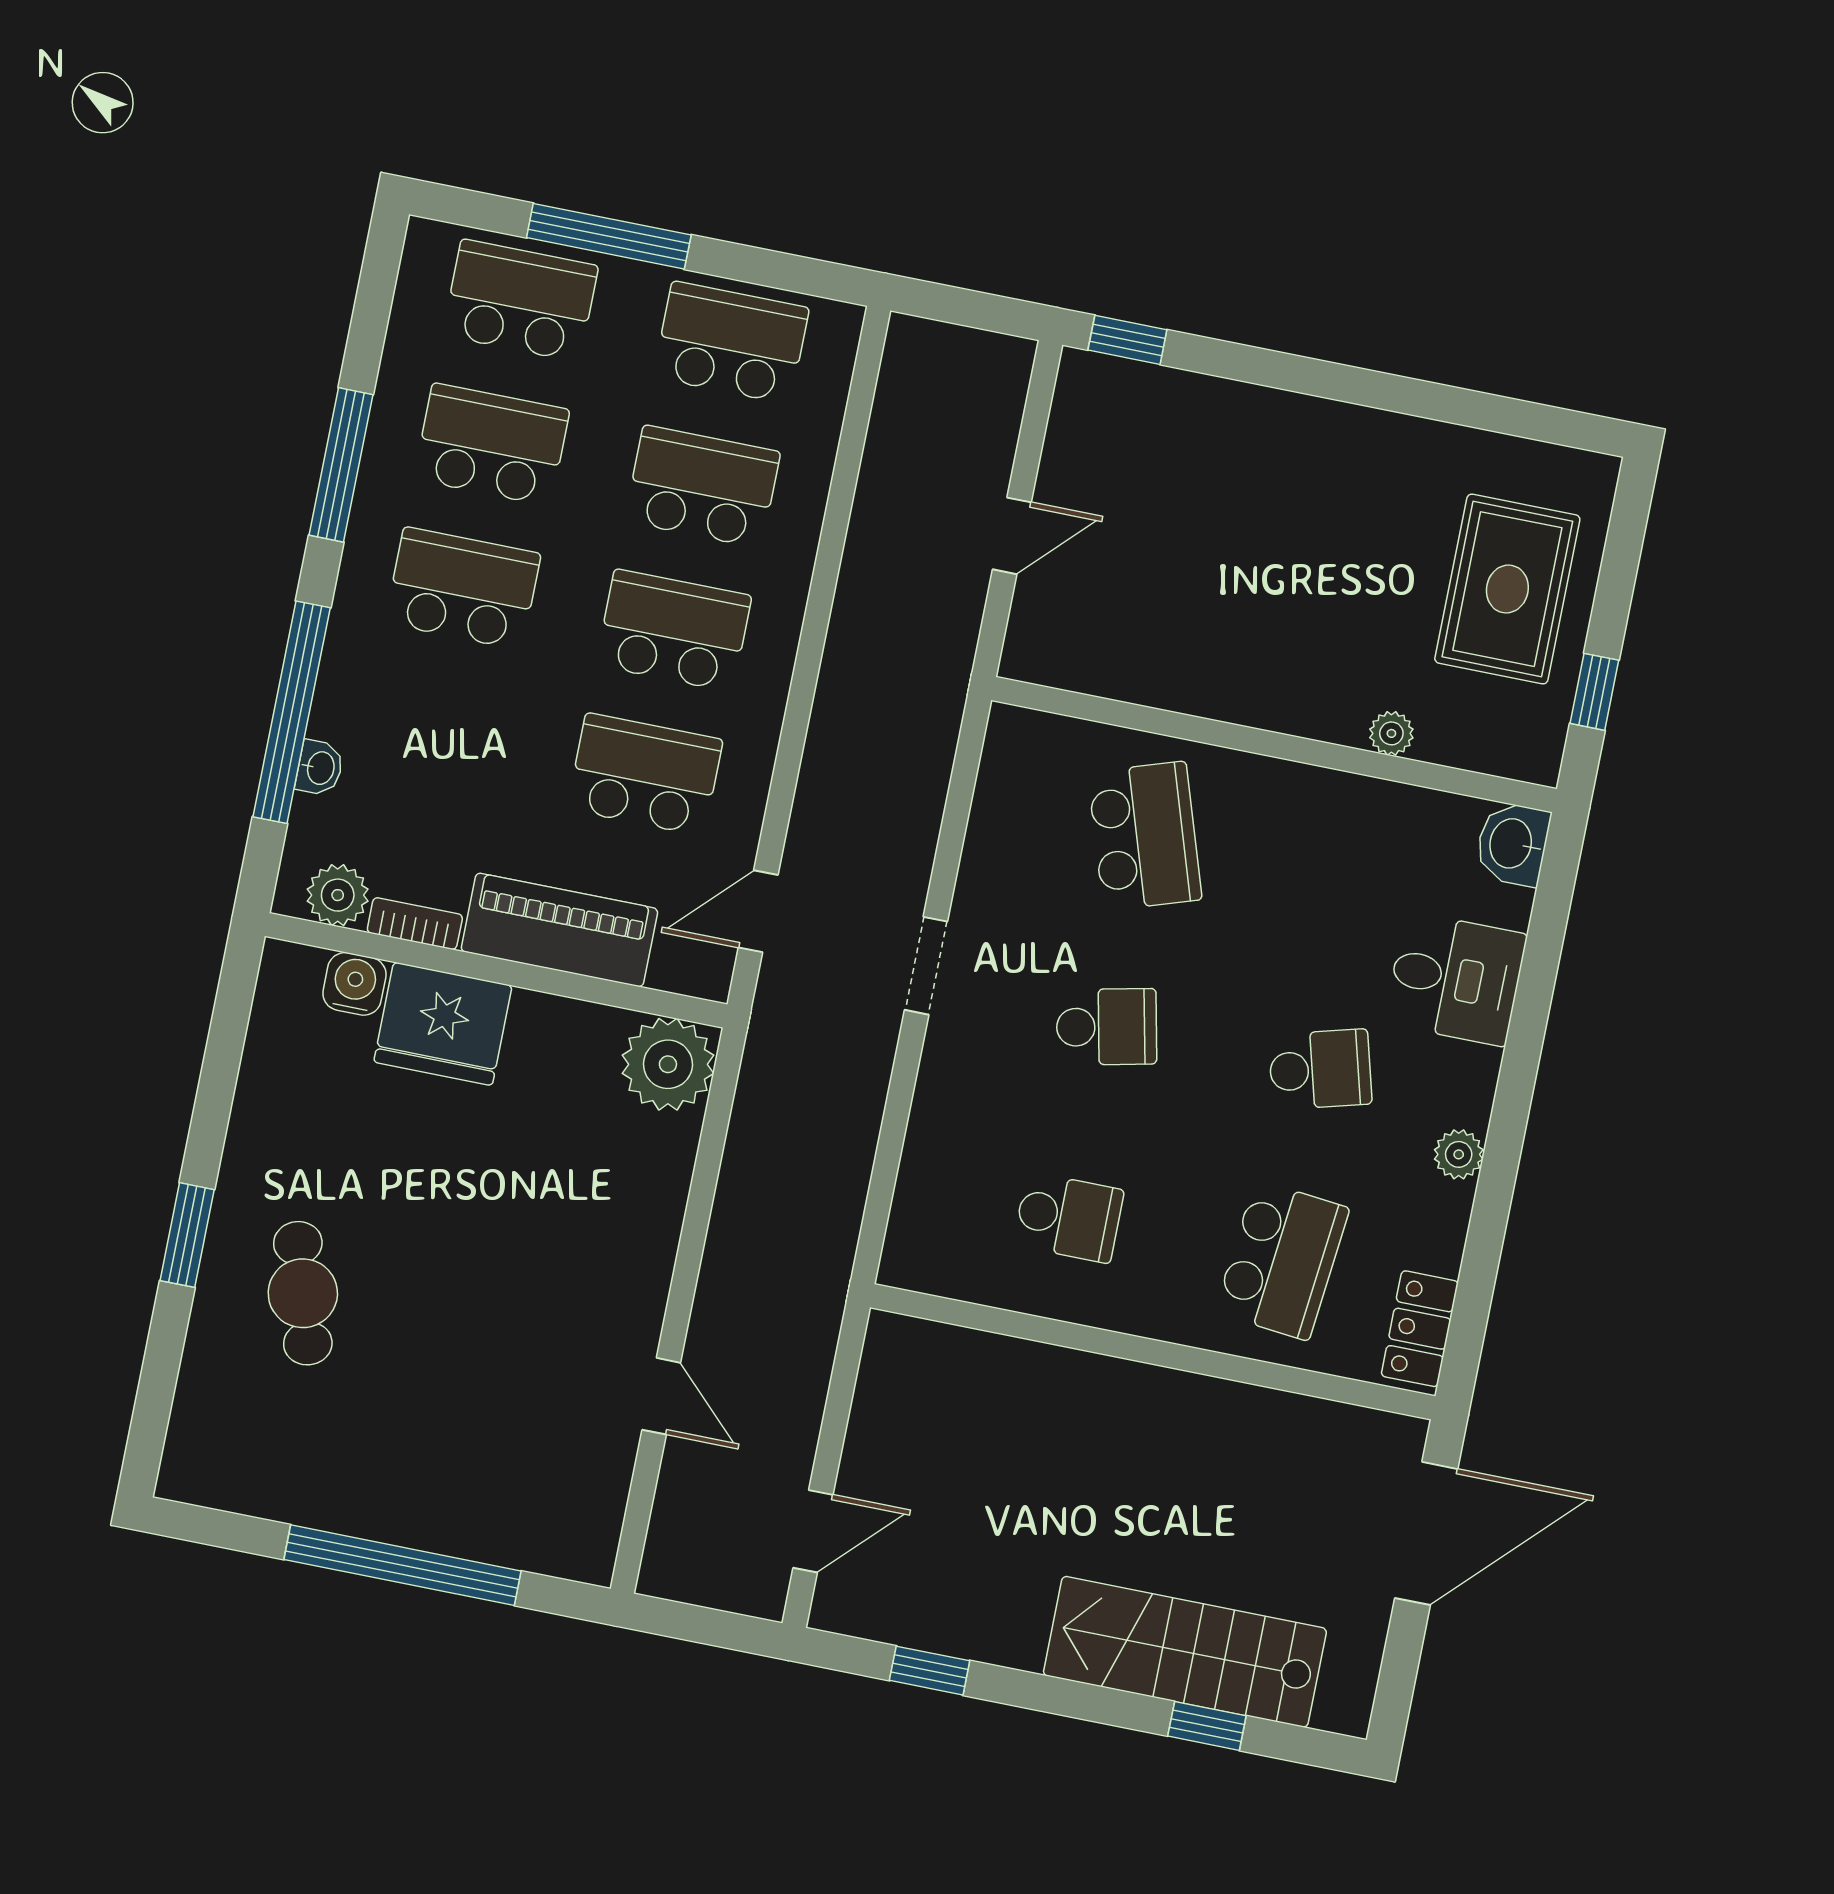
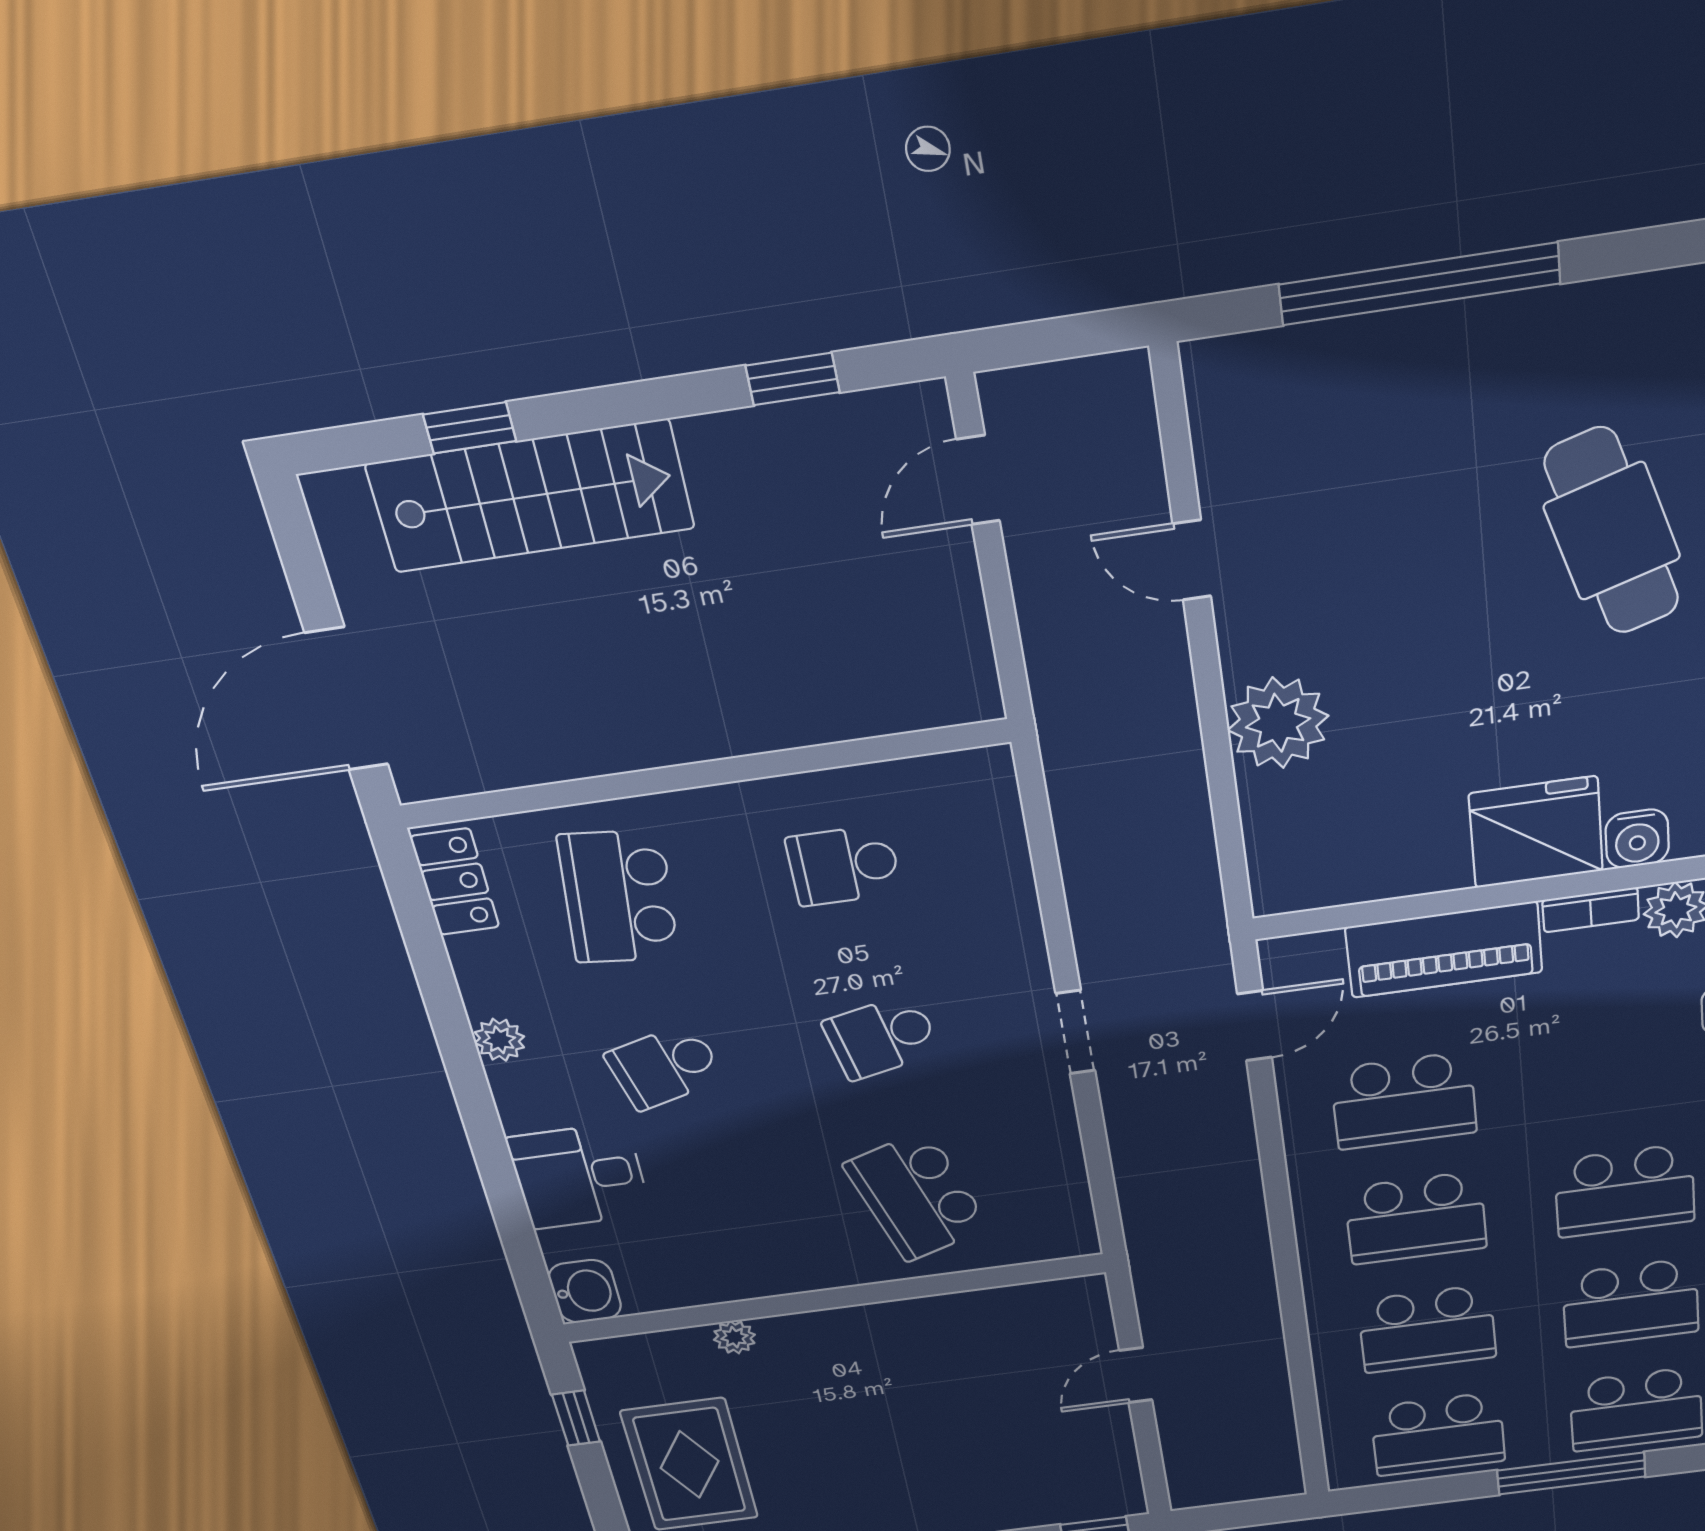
plant: (668, 1064) -> (1278, 723), moved
cafe table: (303, 1293) -> (1612, 531), width x1.37, depth x1.35

